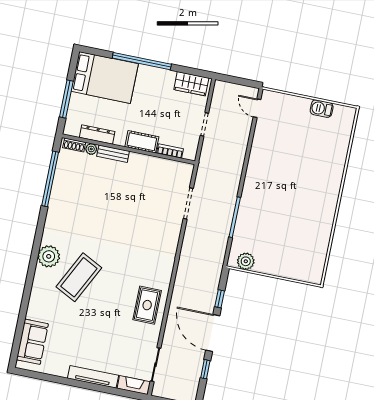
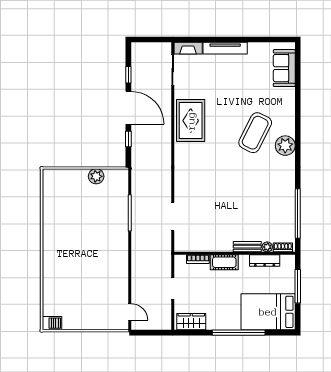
barbecue: (322, 109) -> (52, 323), moved
plant: (246, 261) -> (96, 176), moved
rug: (147, 305) -> (191, 121), width x1.36, depth x1.43

